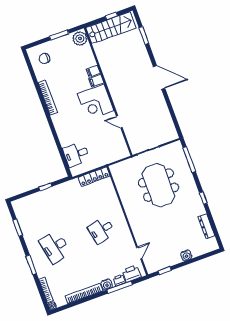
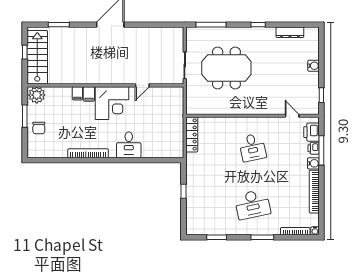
chair: (44, 58) -> (39, 128), moved
desk: (76, 154) -> (129, 145), moved

